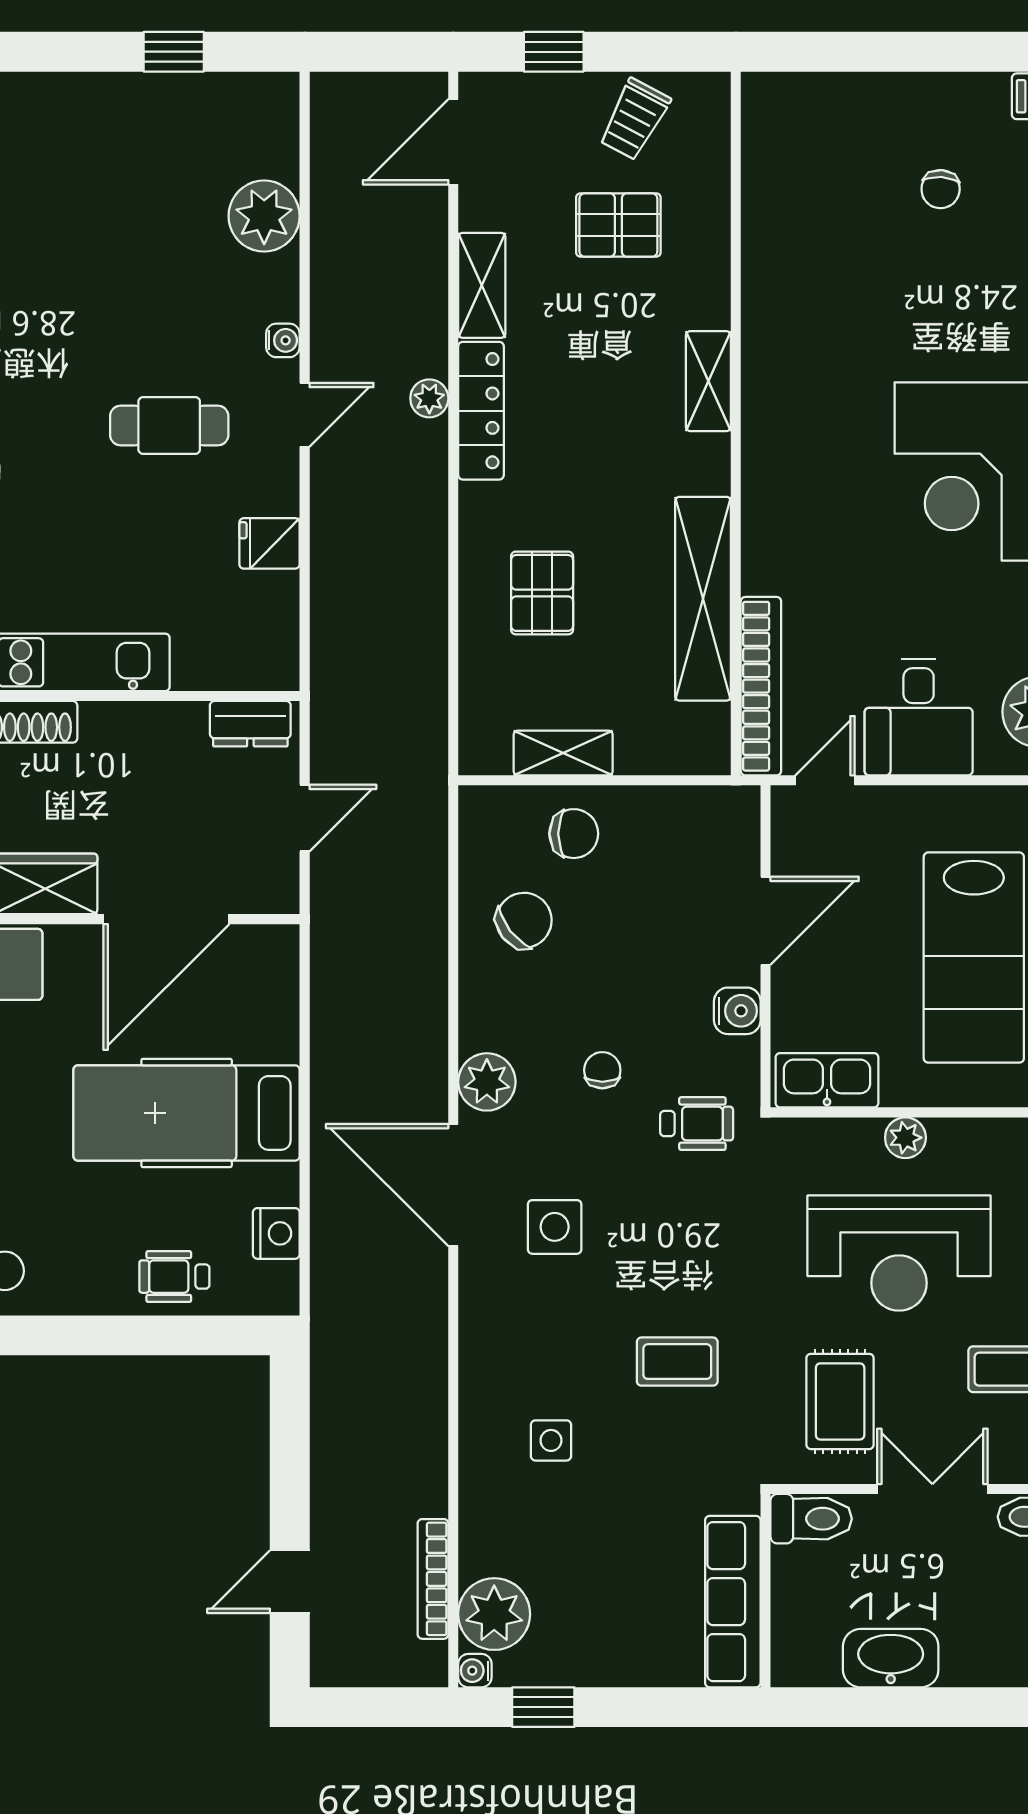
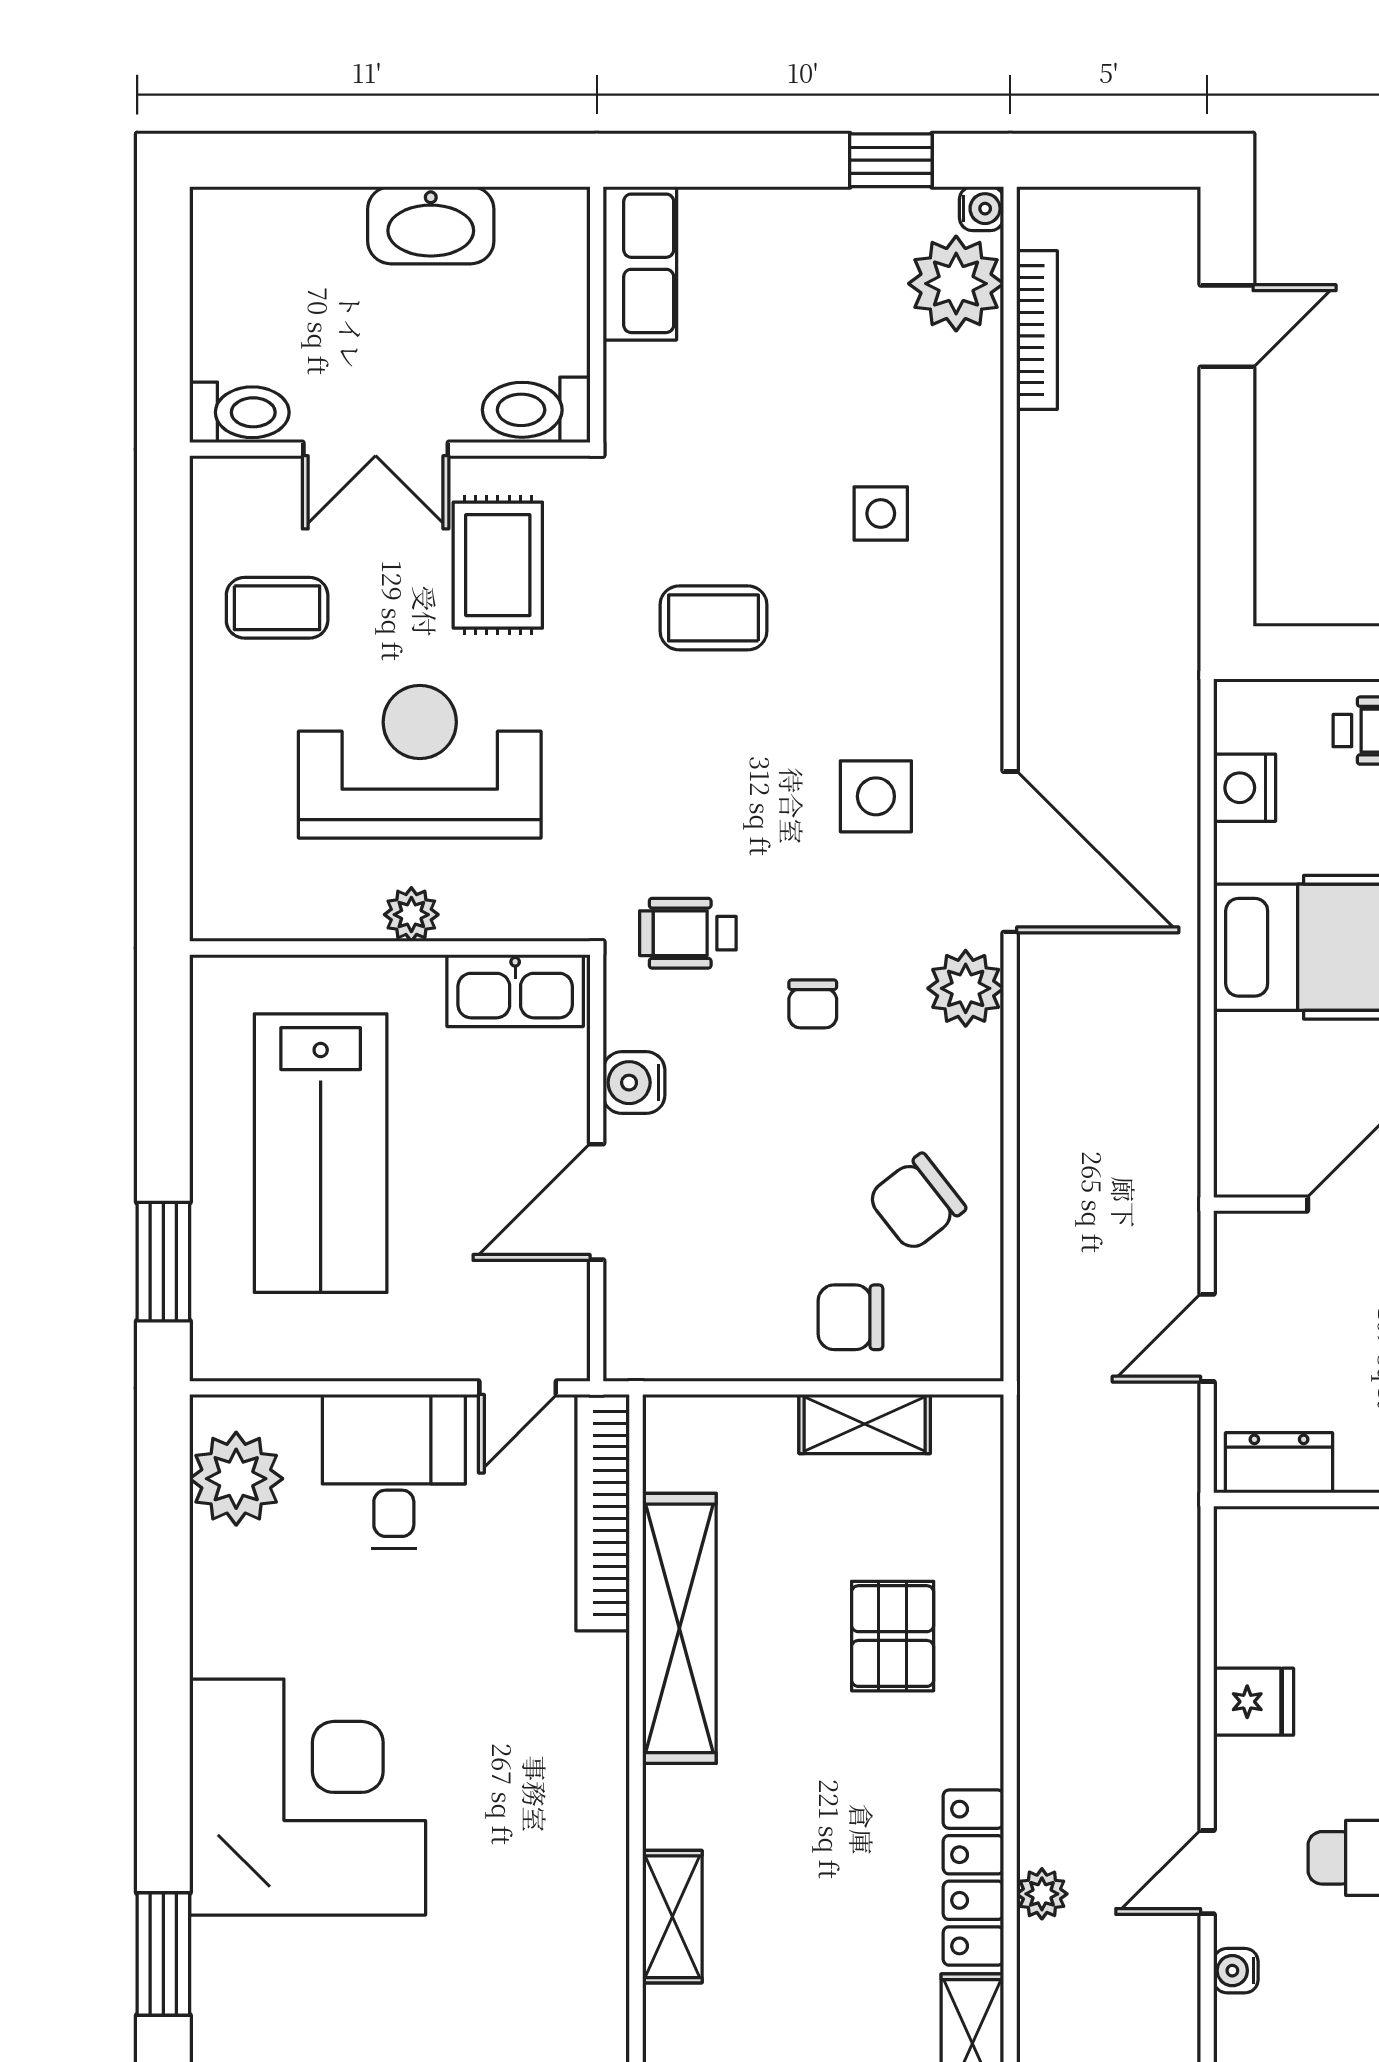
lab bench: (974, 958) -> (321, 1153), turned 180
row of seats: (733, 1602) -> (640, 263), width x0.68

